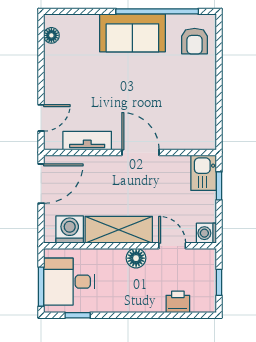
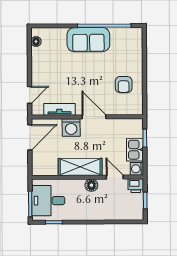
armchair: (195, 41) -> (124, 85), moved
kitchen sink: (204, 173) -> (135, 150), moved
washing machine: (70, 229) -> (71, 127), moved, turned 180
printer: (178, 302) -> (136, 186), moved, turned 180

